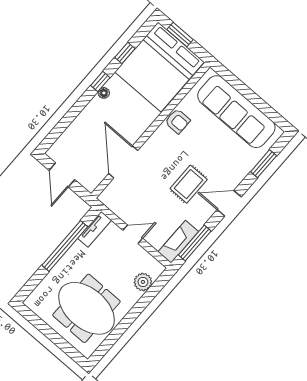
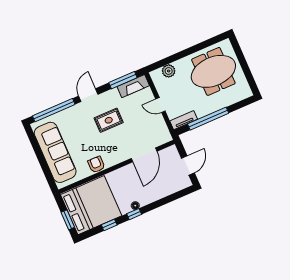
window: (264, 164) -> (54, 110), width x2.11
door: (229, 203) -> (88, 95), swing flipped
meeting table: (86, 308) -> (213, 71), turned 90

